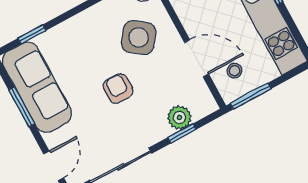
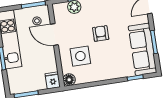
side table: (139, 38) -> (80, 56), turned -37
armchair: (118, 89) -> (101, 33), turned 180

